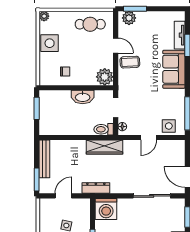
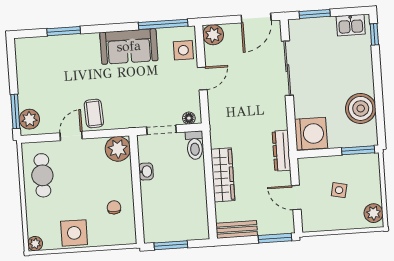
tv unit: (180, 35) -> (49, 43), removed
sofa: (174, 69) -> (129, 46), moved
washbasin: (83, 97) -> (146, 172), width x0.52, depth x0.69
door: (149, 138) -> (202, 78), hinge flipped
wardrobe: (104, 147) -> (223, 175), moved
plant: (178, 147) -> (213, 35), added
bench: (44, 159) -> (237, 229), width x0.73

